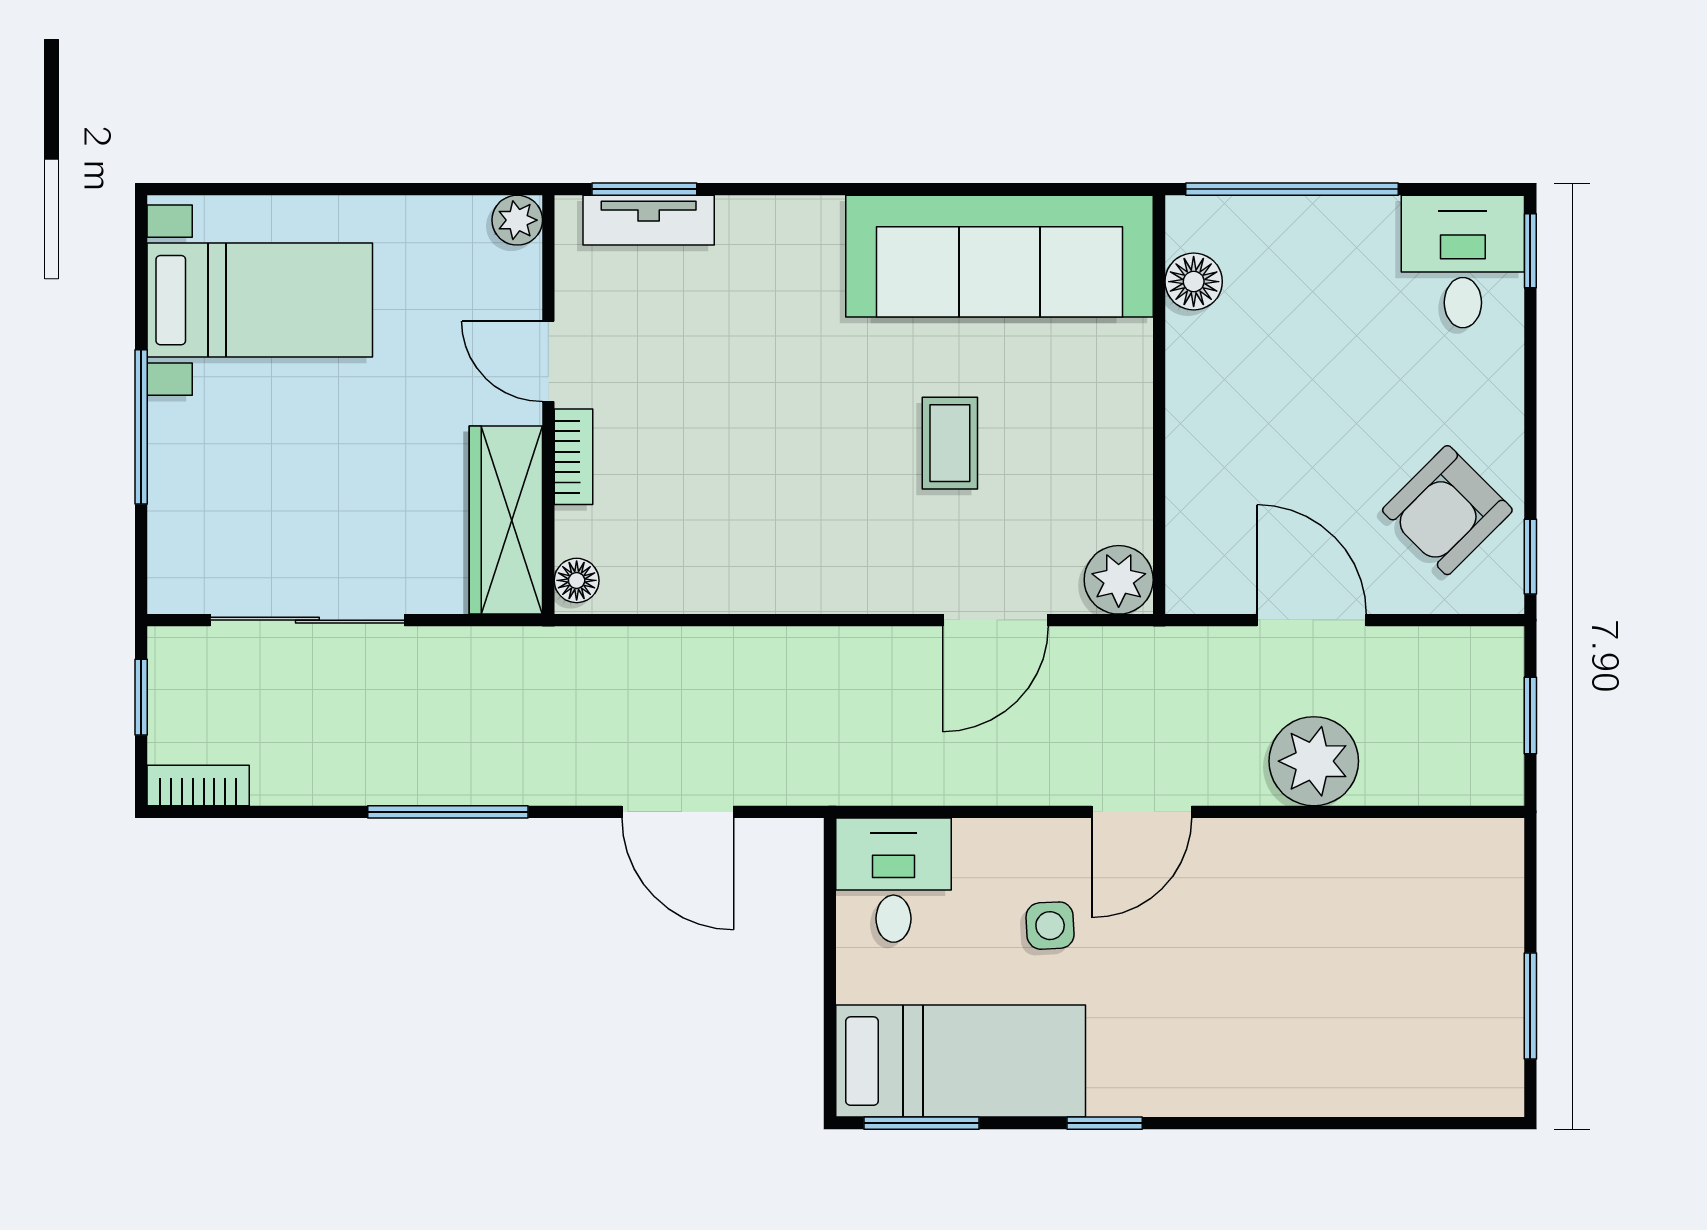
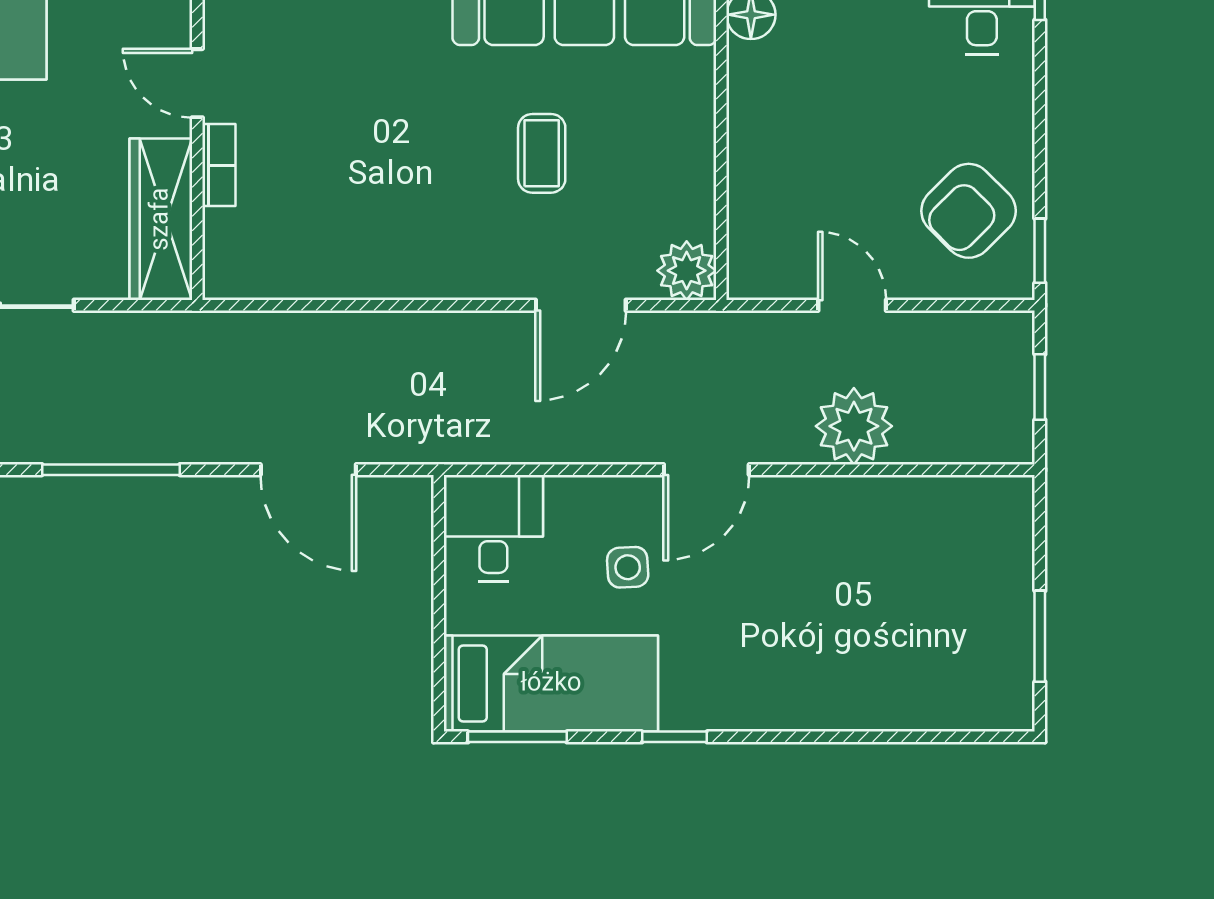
floor lamp: (577, 580) -> (221, 271), removed
door: (1312, 620) -> (852, 305), width x0.73

